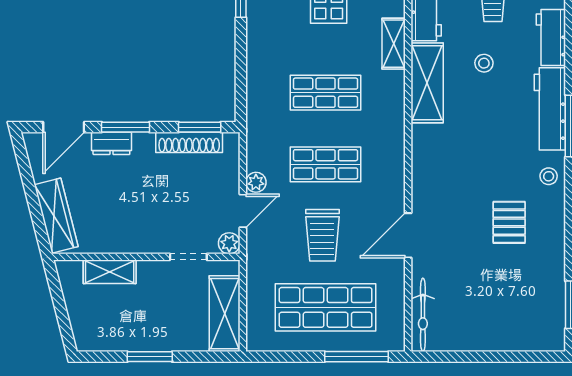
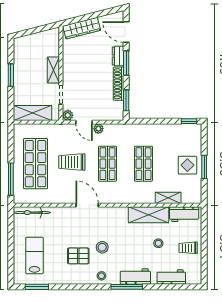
workbench: (550, 109) -> (135, 276), width x0.73
shoe rack: (189, 142) -> (118, 84), moved
stool: (492, 175) -> (102, 247), added
door: (408, 235) -> (87, 205), moved
shelving: (110, 272) -> (53, 70), moved
lab bench: (508, 310) -> (34, 255), added

